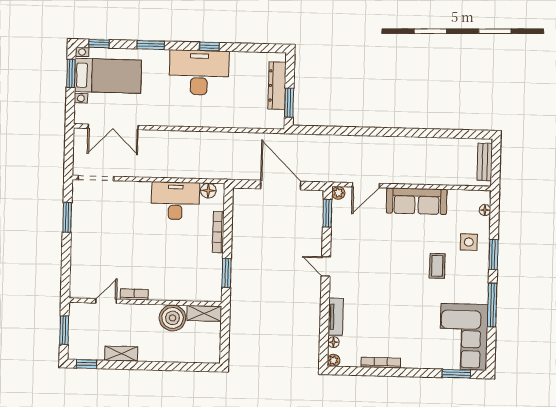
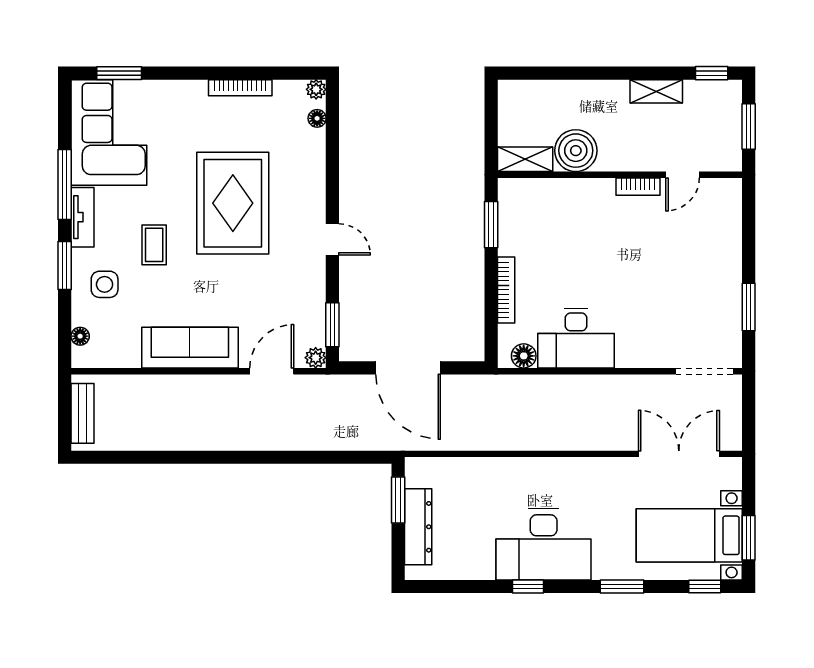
rug: (387, 291) -> (233, 203), added
tv unit: (336, 317) -> (82, 217), moved, turned 180

